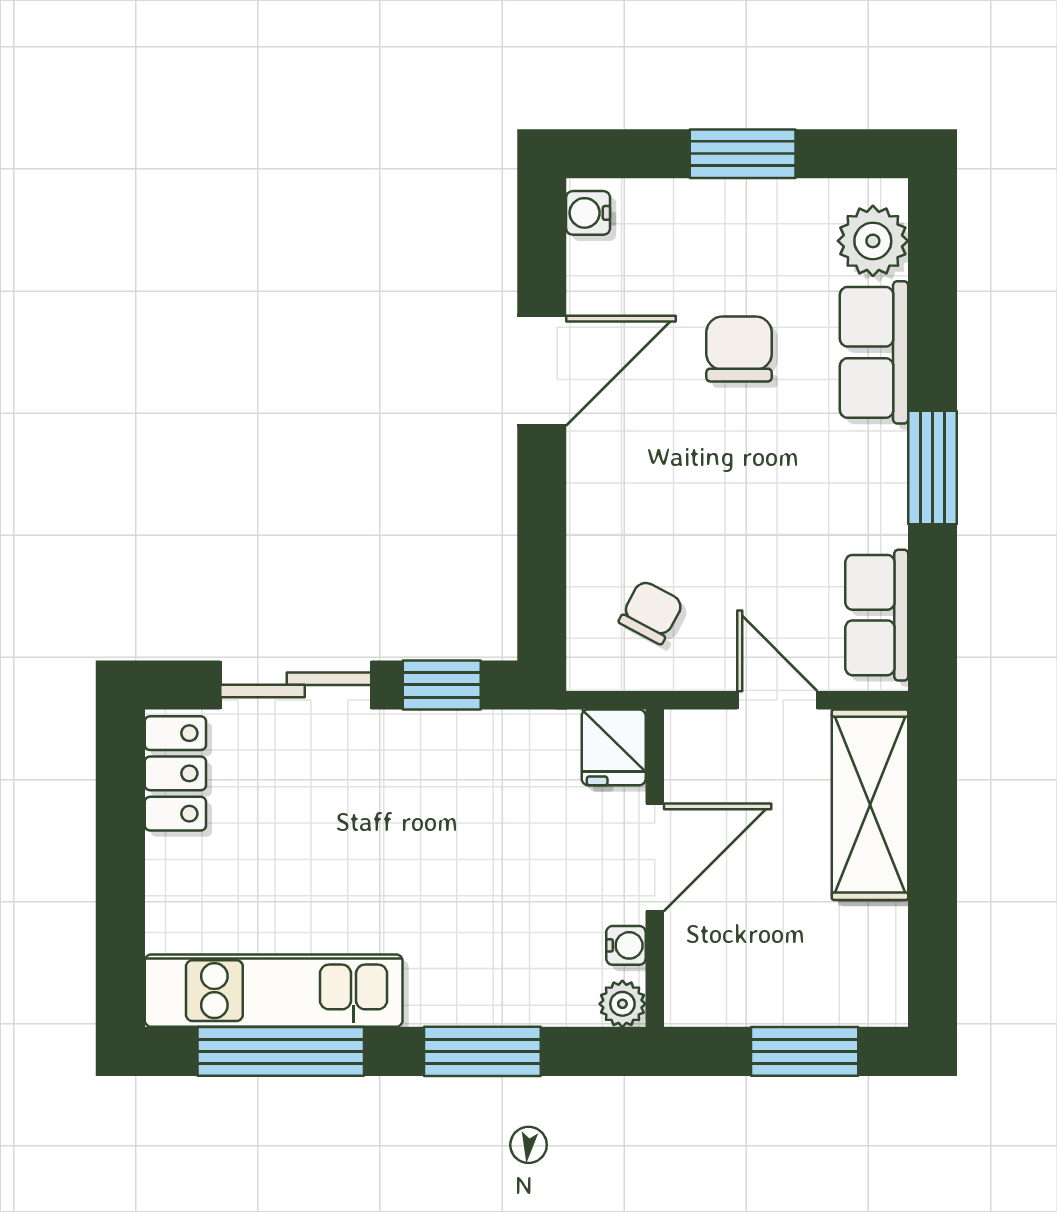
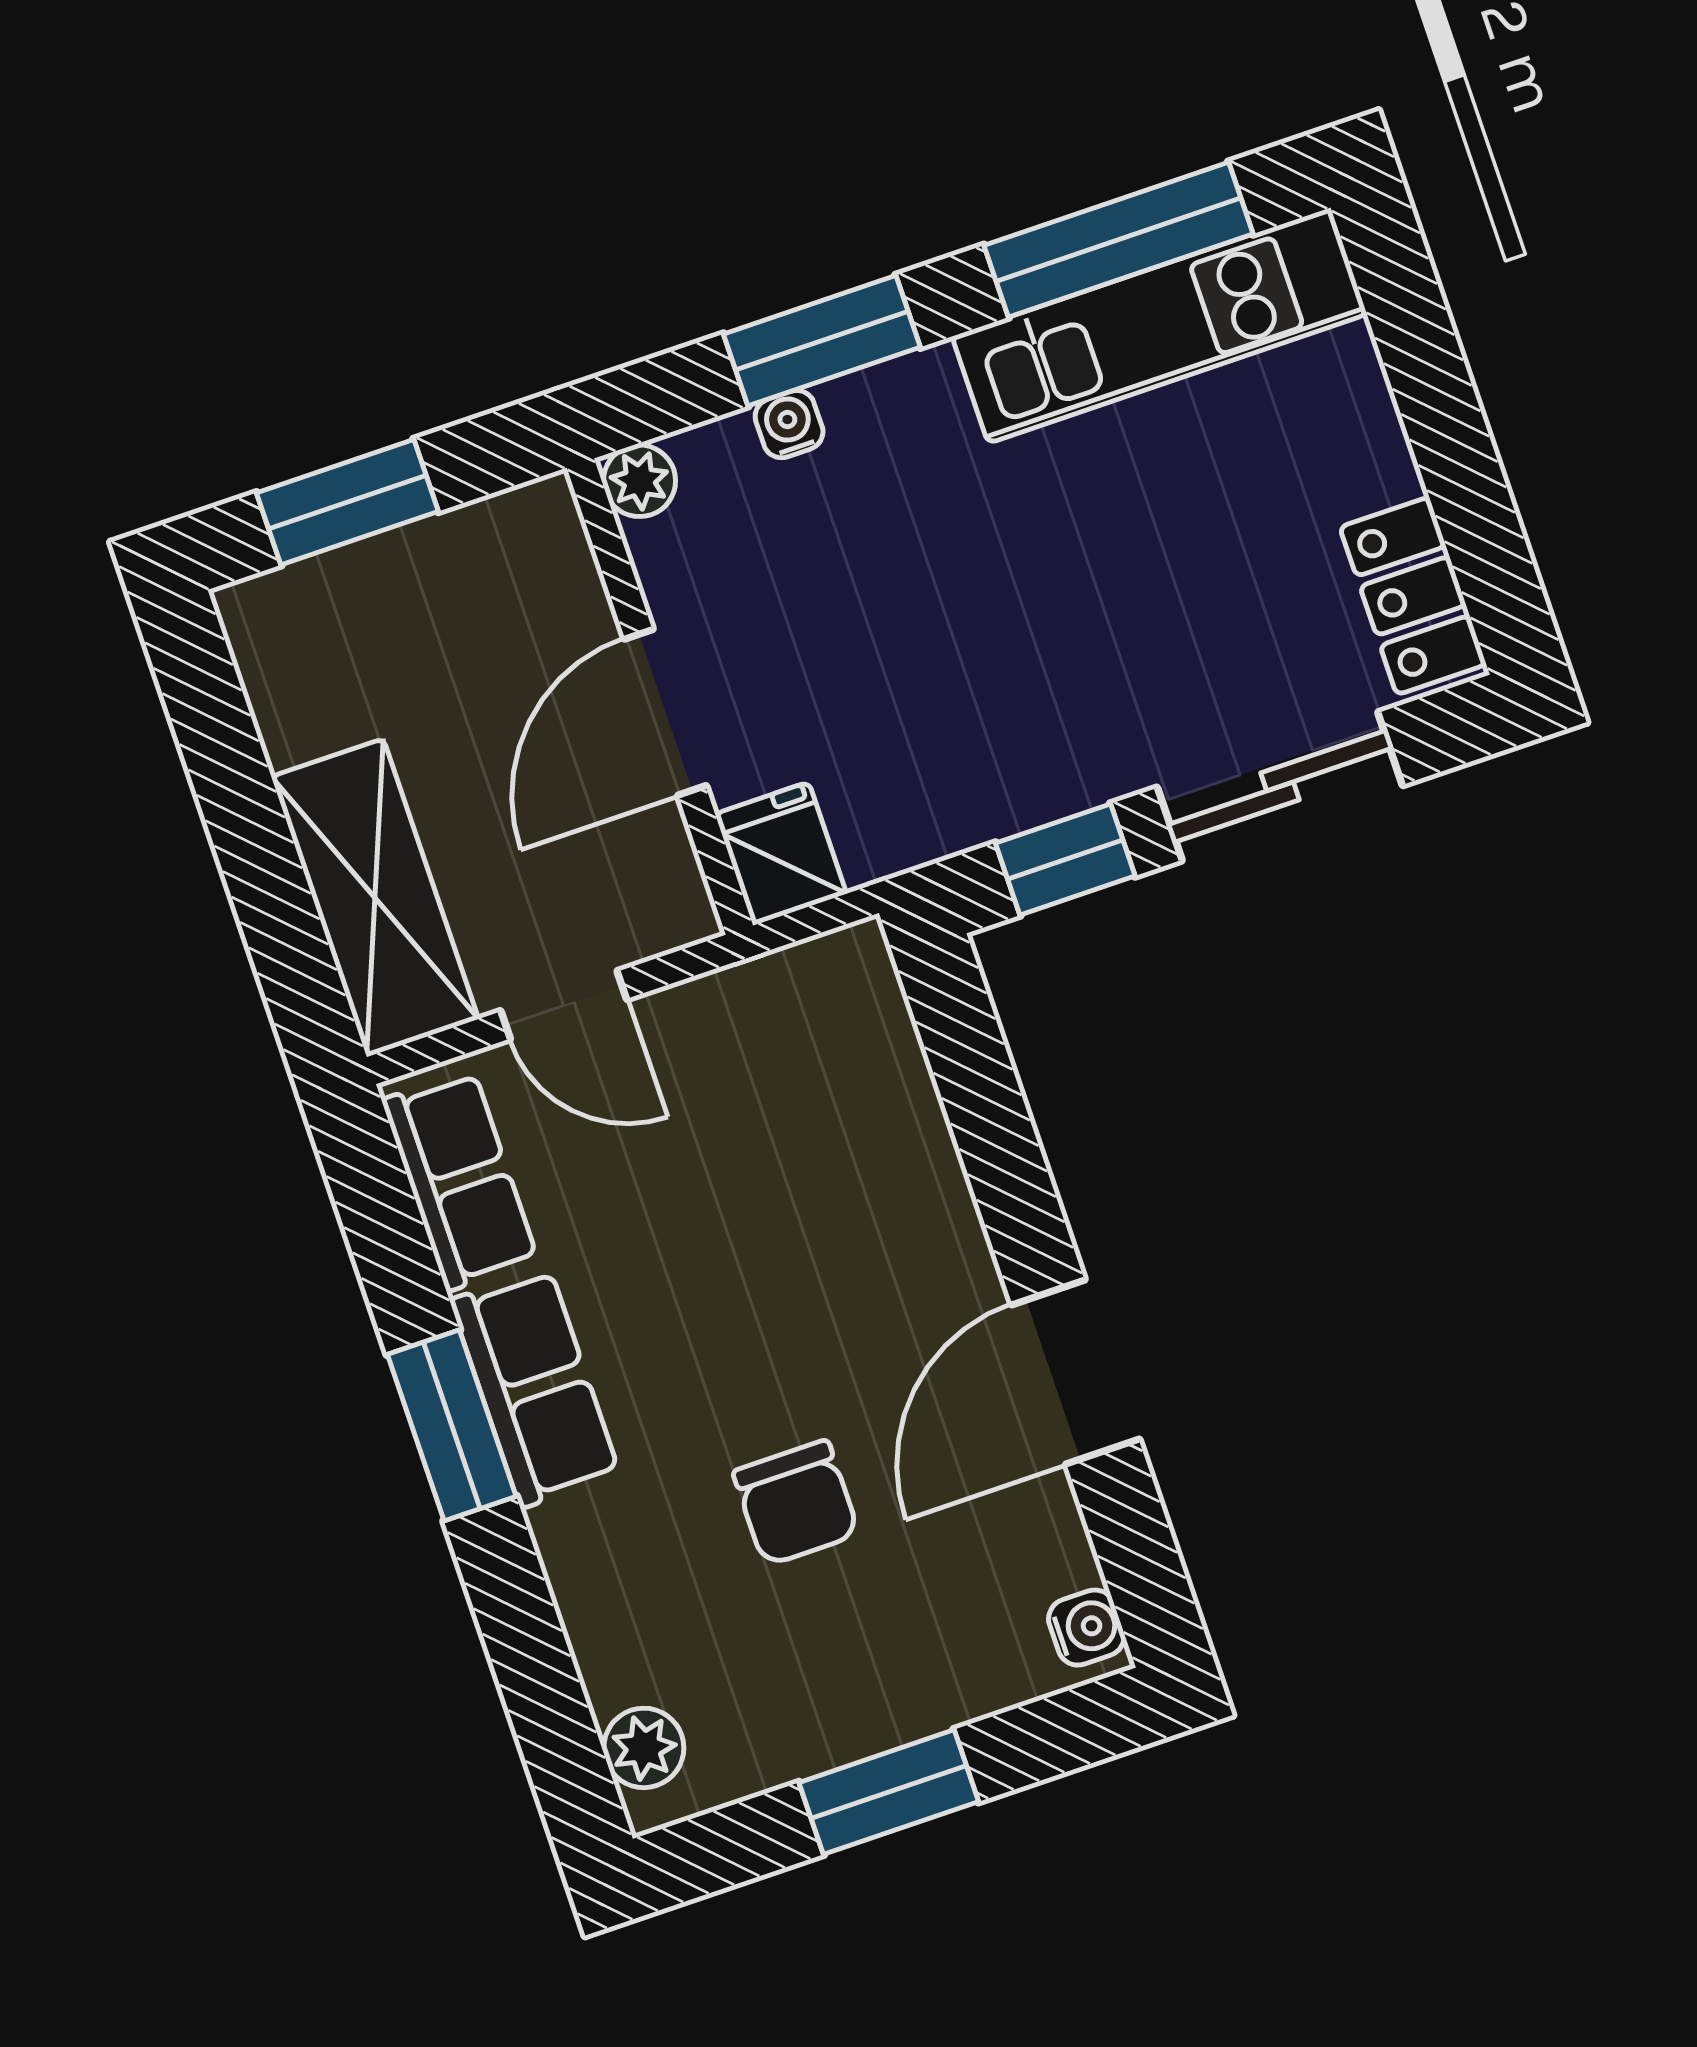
plant: (873, 241) -> (644, 1748), width x0.73, depth x0.73
row of seats: (874, 352) -> (535, 1387), moved
chair: (651, 612) -> (794, 1072), removed
water cooler: (626, 945) -> (789, 424), moved, turned 90

